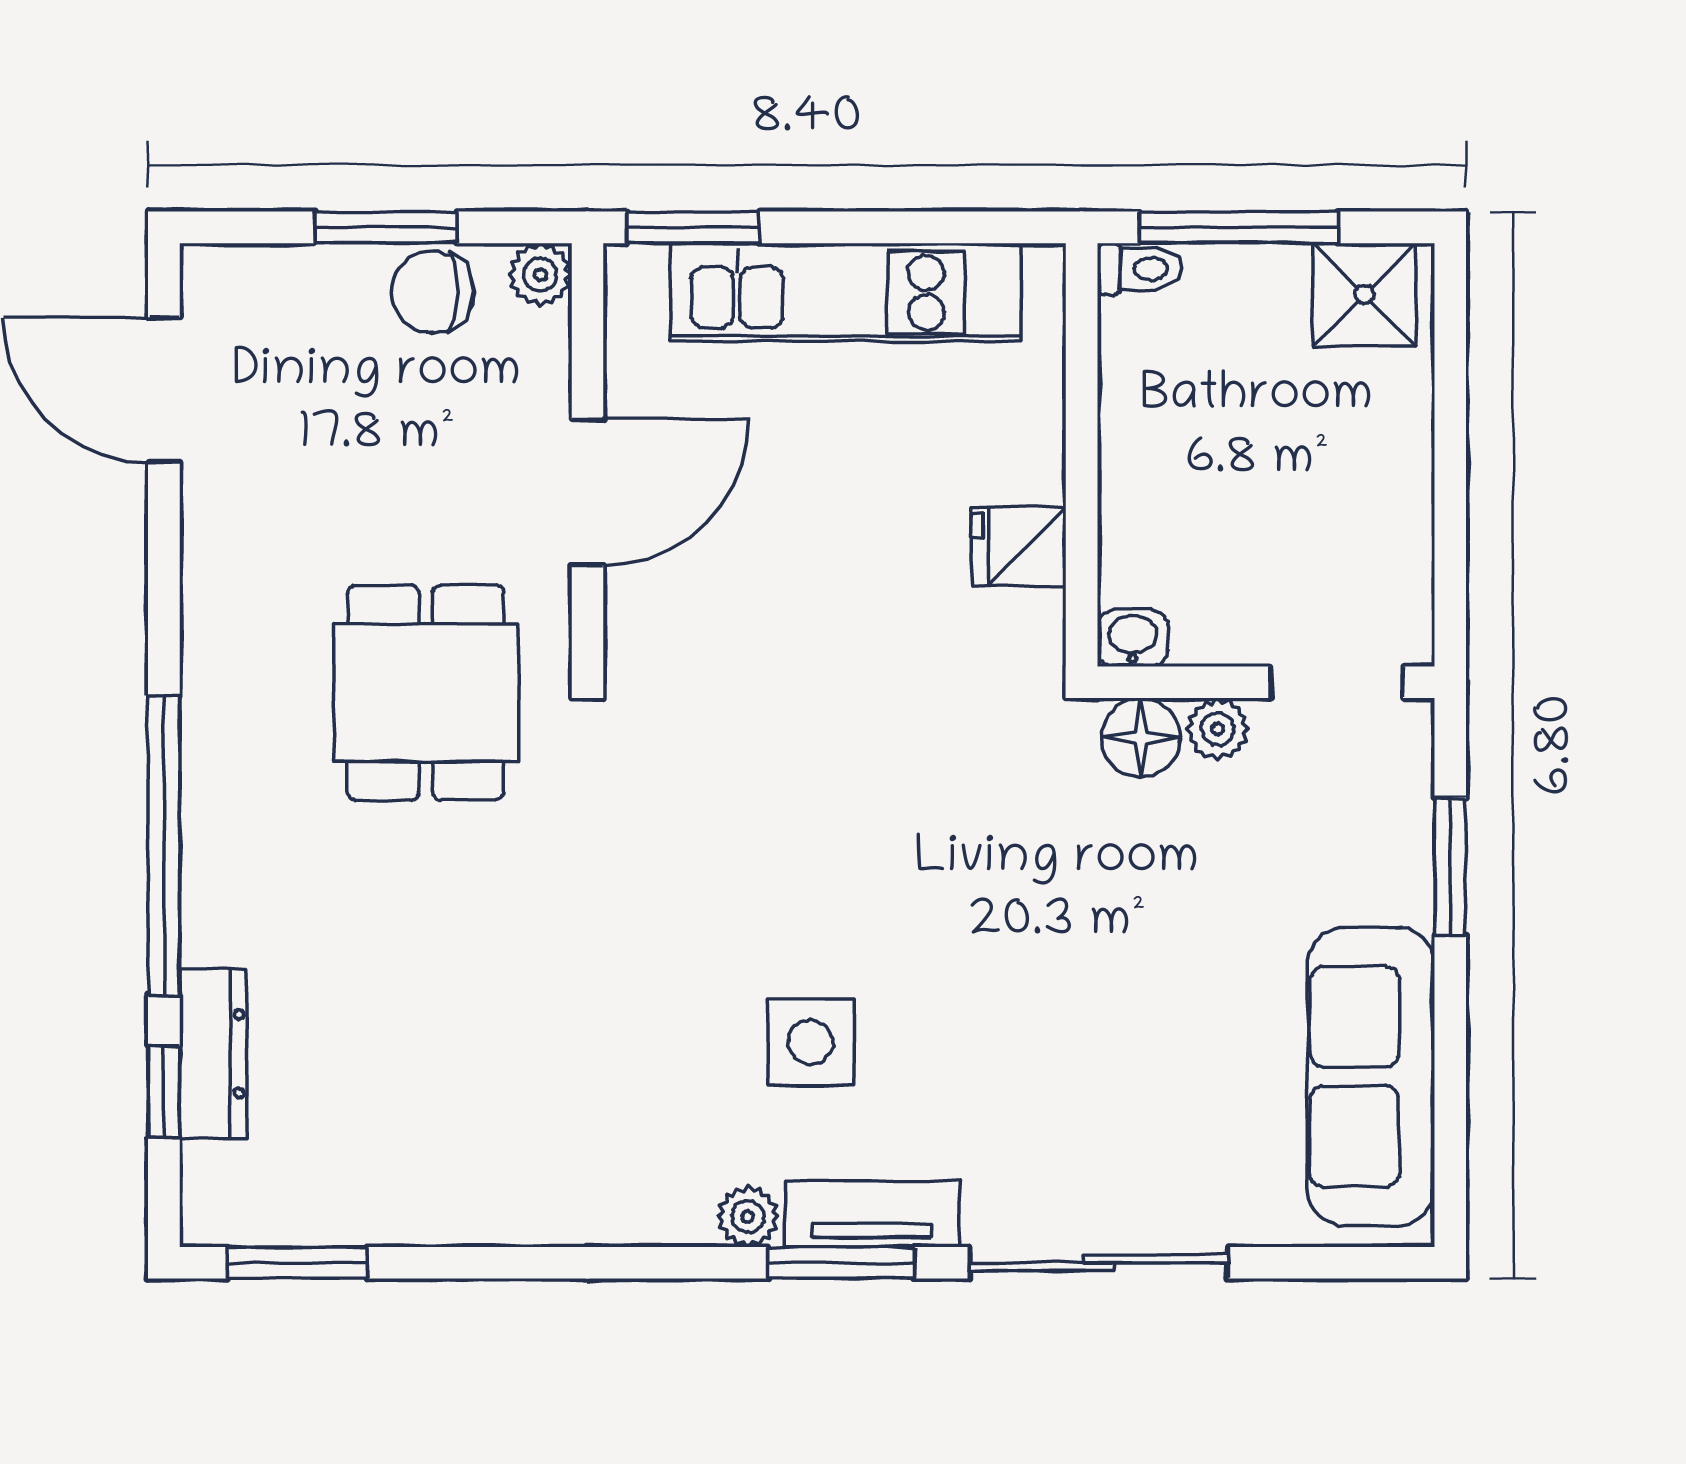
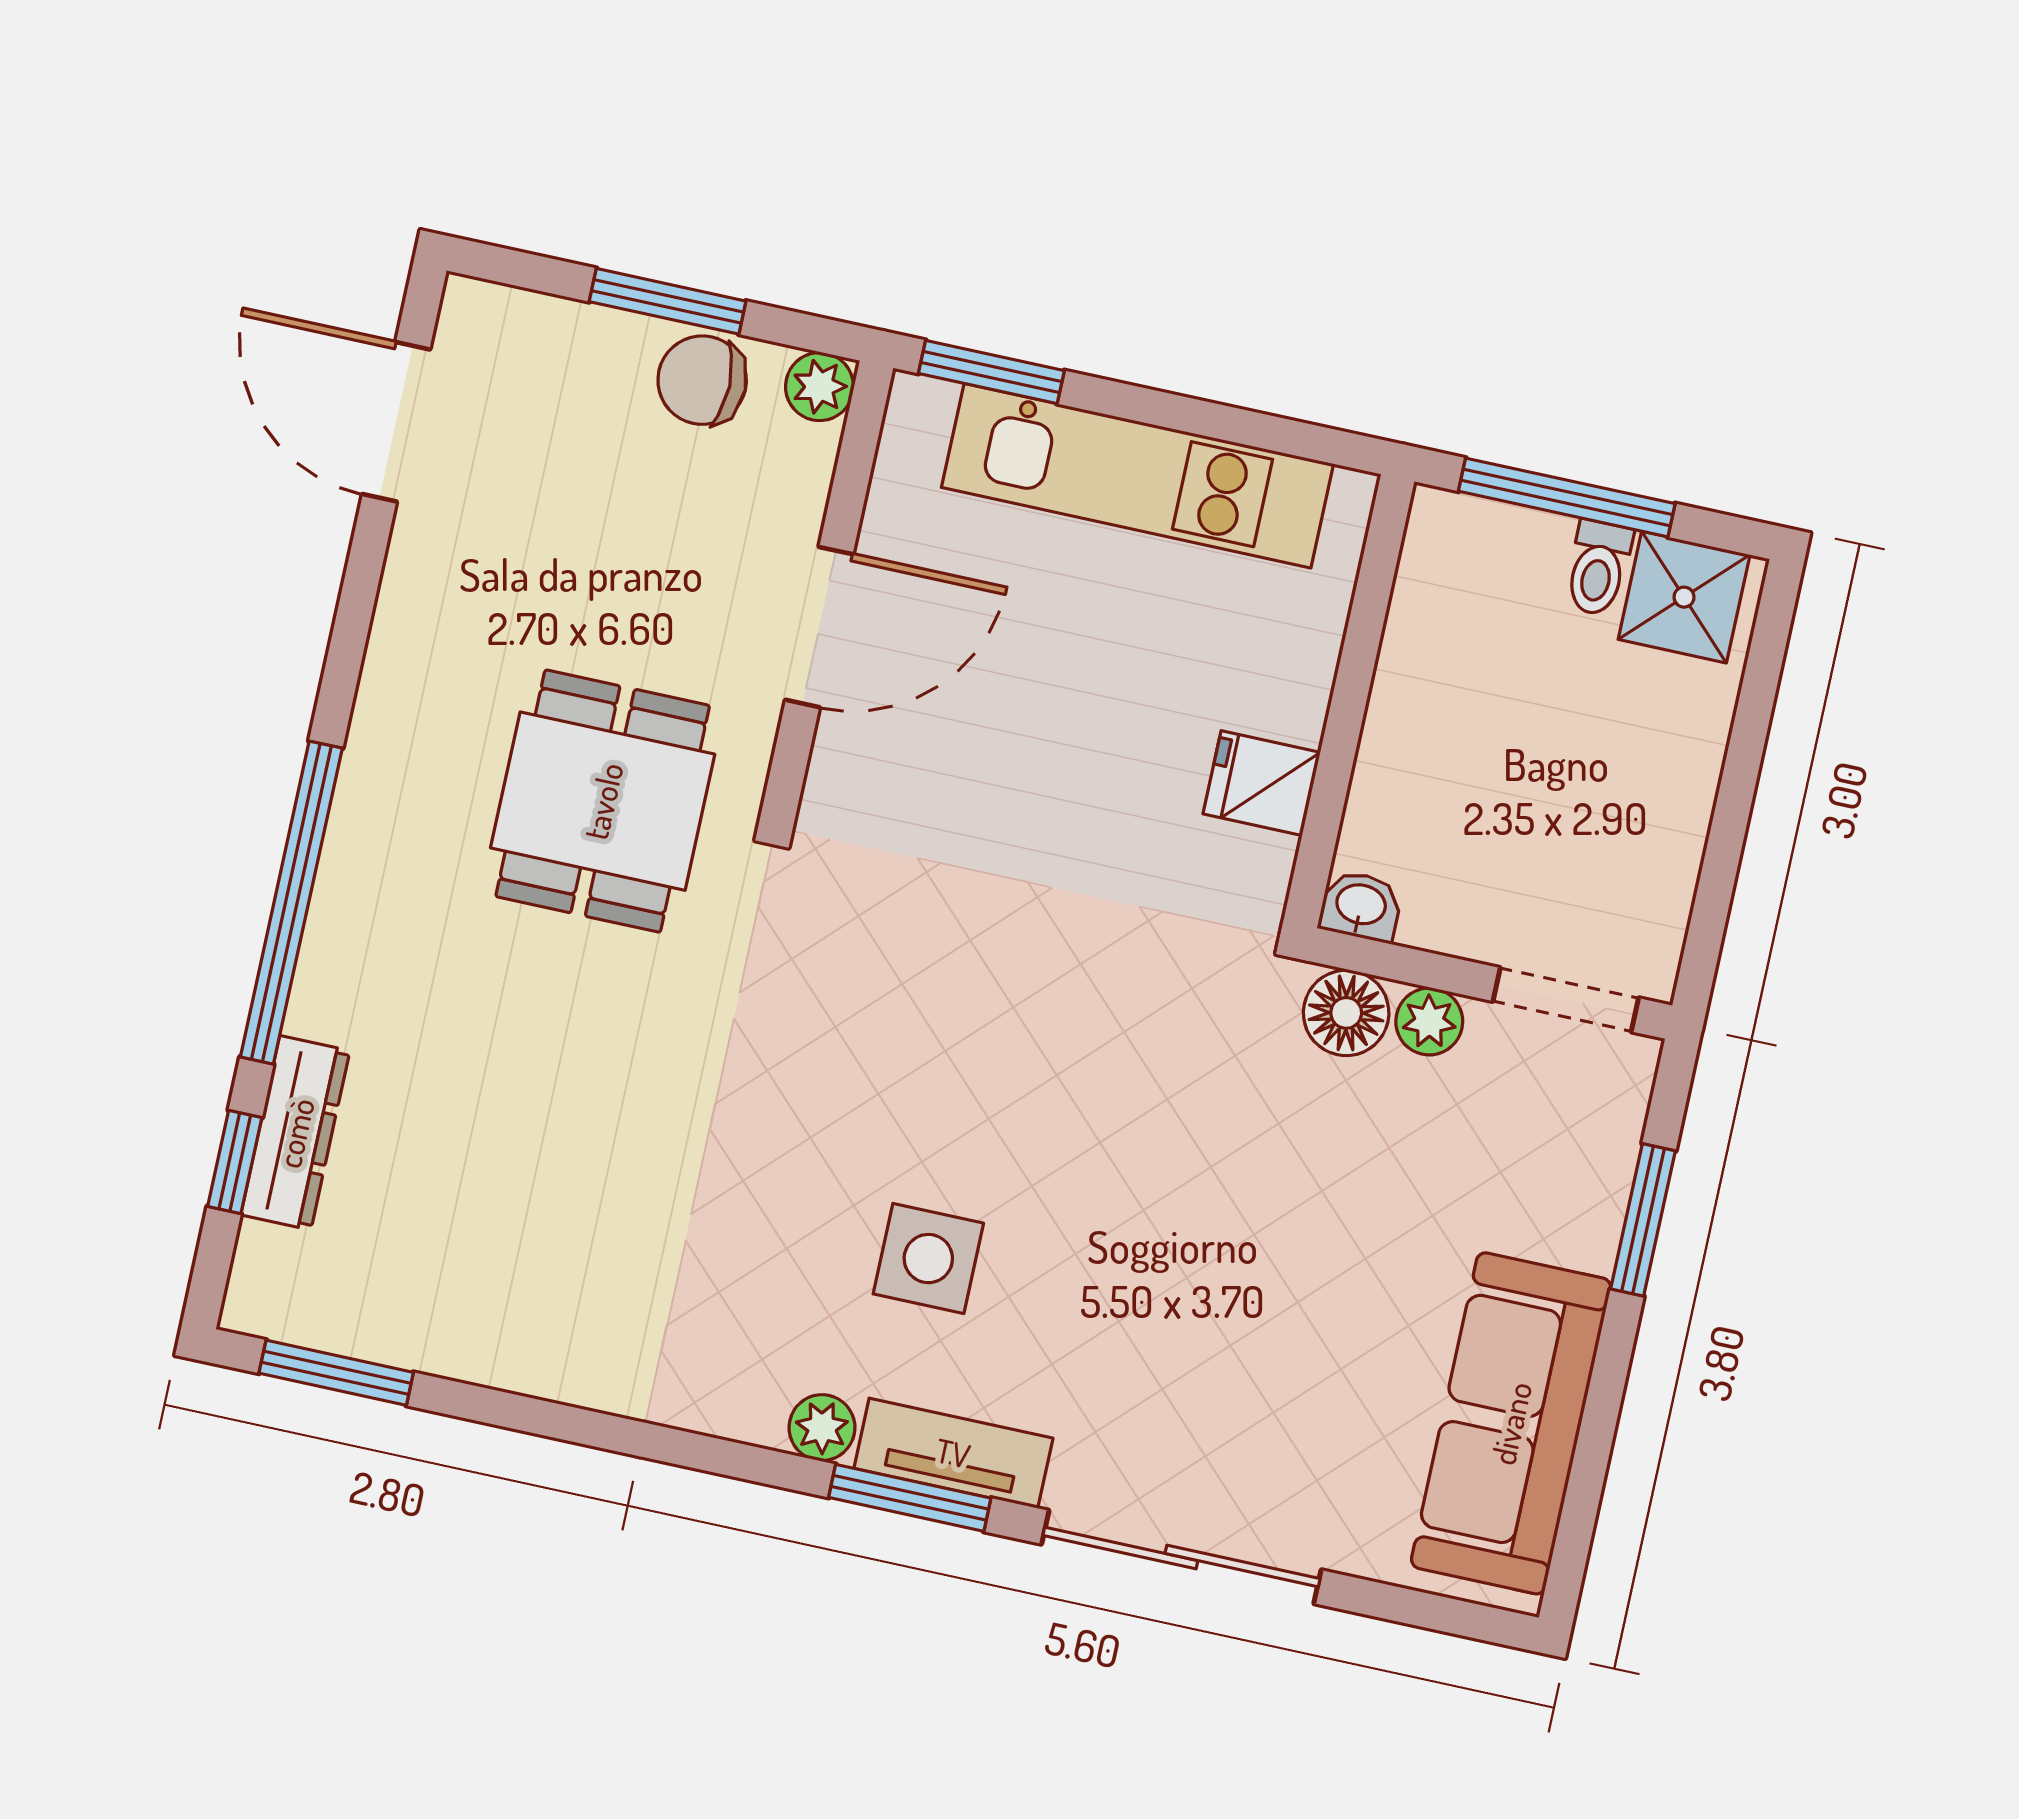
toilet: (1139, 269) -> (1598, 568), moved, turned 90

